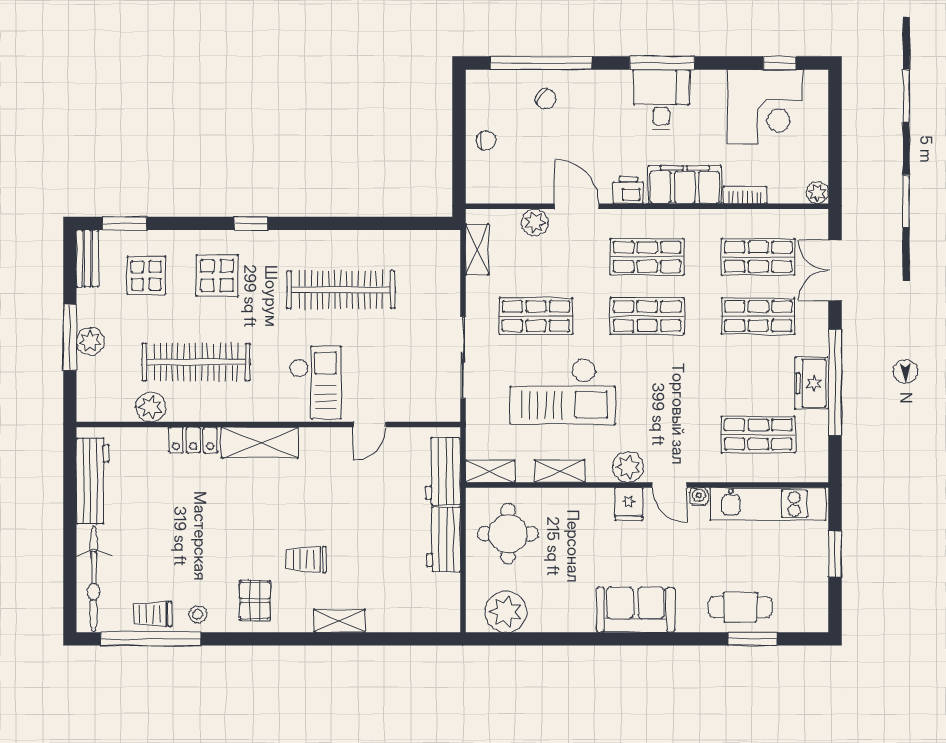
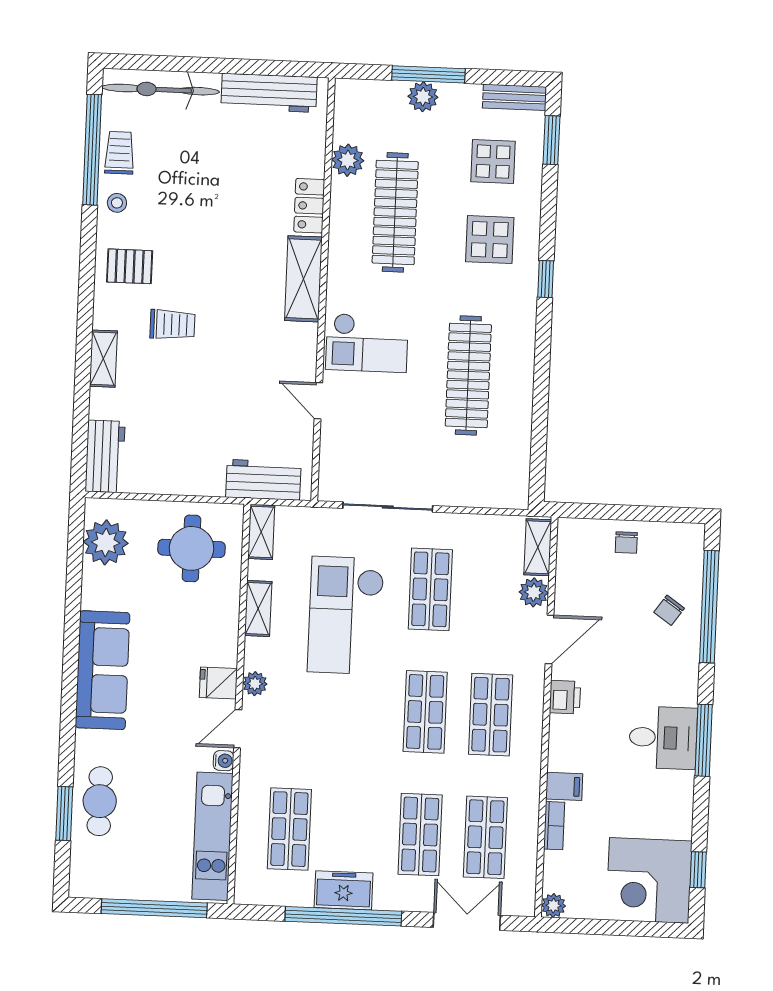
corner desk: (765, 107) -> (649, 880), moved
filing cabinet: (685, 185) -> (564, 786), width x0.33, depth x0.86
shelving: (477, 249) -> (538, 547), moved, turned 90
plant: (628, 467) -> (255, 684), width x0.73, depth x0.73
workbench: (444, 539) -> (105, 456), moved, turned 90
window: (835, 554) -> (154, 908), width x2.11
trolley: (306, 559) -> (172, 325), turned 90
sofa: (636, 610) -> (103, 670), width x1.36

